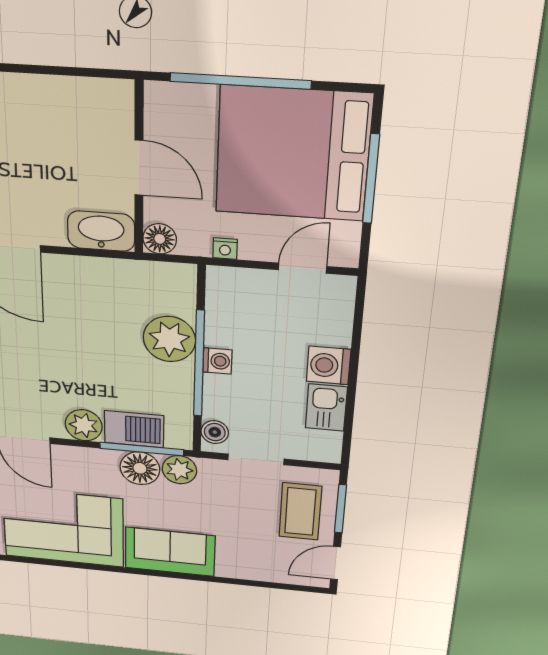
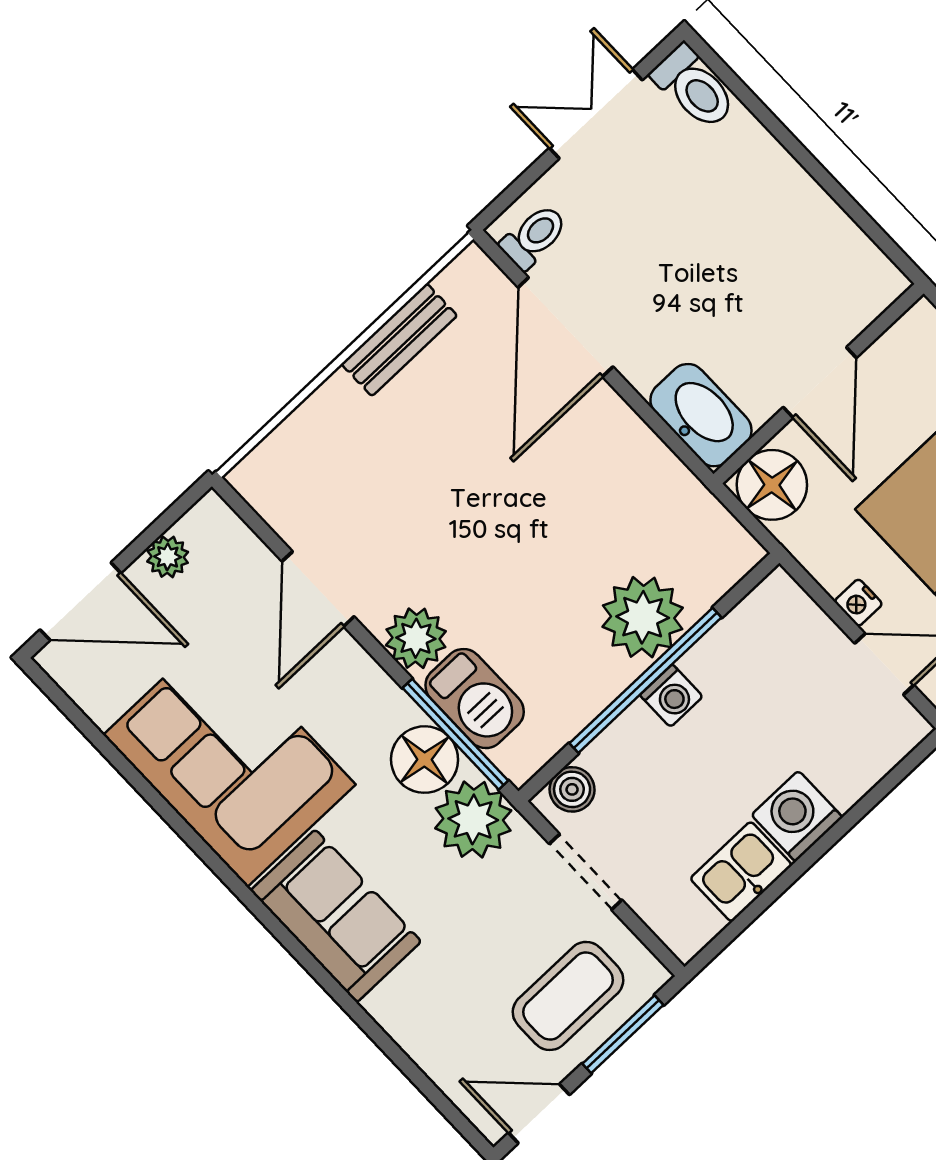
floor lamp: (160, 239) -> (772, 485), width x1.38, depth x1.38
nightstand: (225, 249) -> (858, 603), moved
plant: (179, 470) -> (473, 819), width x1.36, depth x1.36

